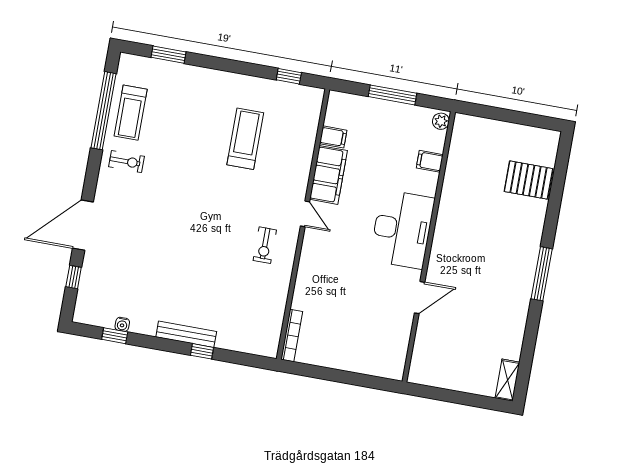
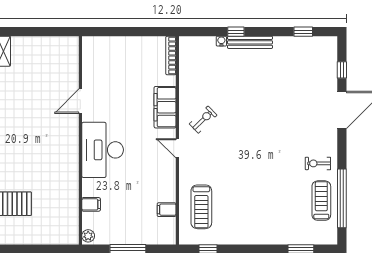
treadmill: (245, 139) -> (201, 207), moved
filing cabinet: (328, 175) -> (165, 107), moved
exercise bike: (265, 245) -> (203, 119), turned 46
water cooler: (122, 324) -> (221, 41), moved

